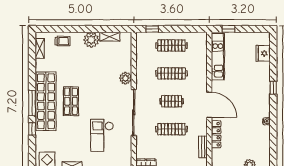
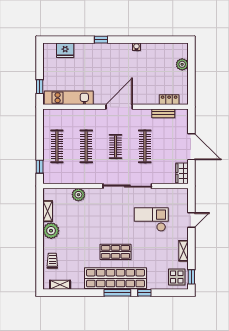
plant: (125, 78) -> (78, 195), moved
locker: (216, 134) -> (169, 100), moved, width x0.66
checkout: (102, 135) -> (151, 219), turned 180

